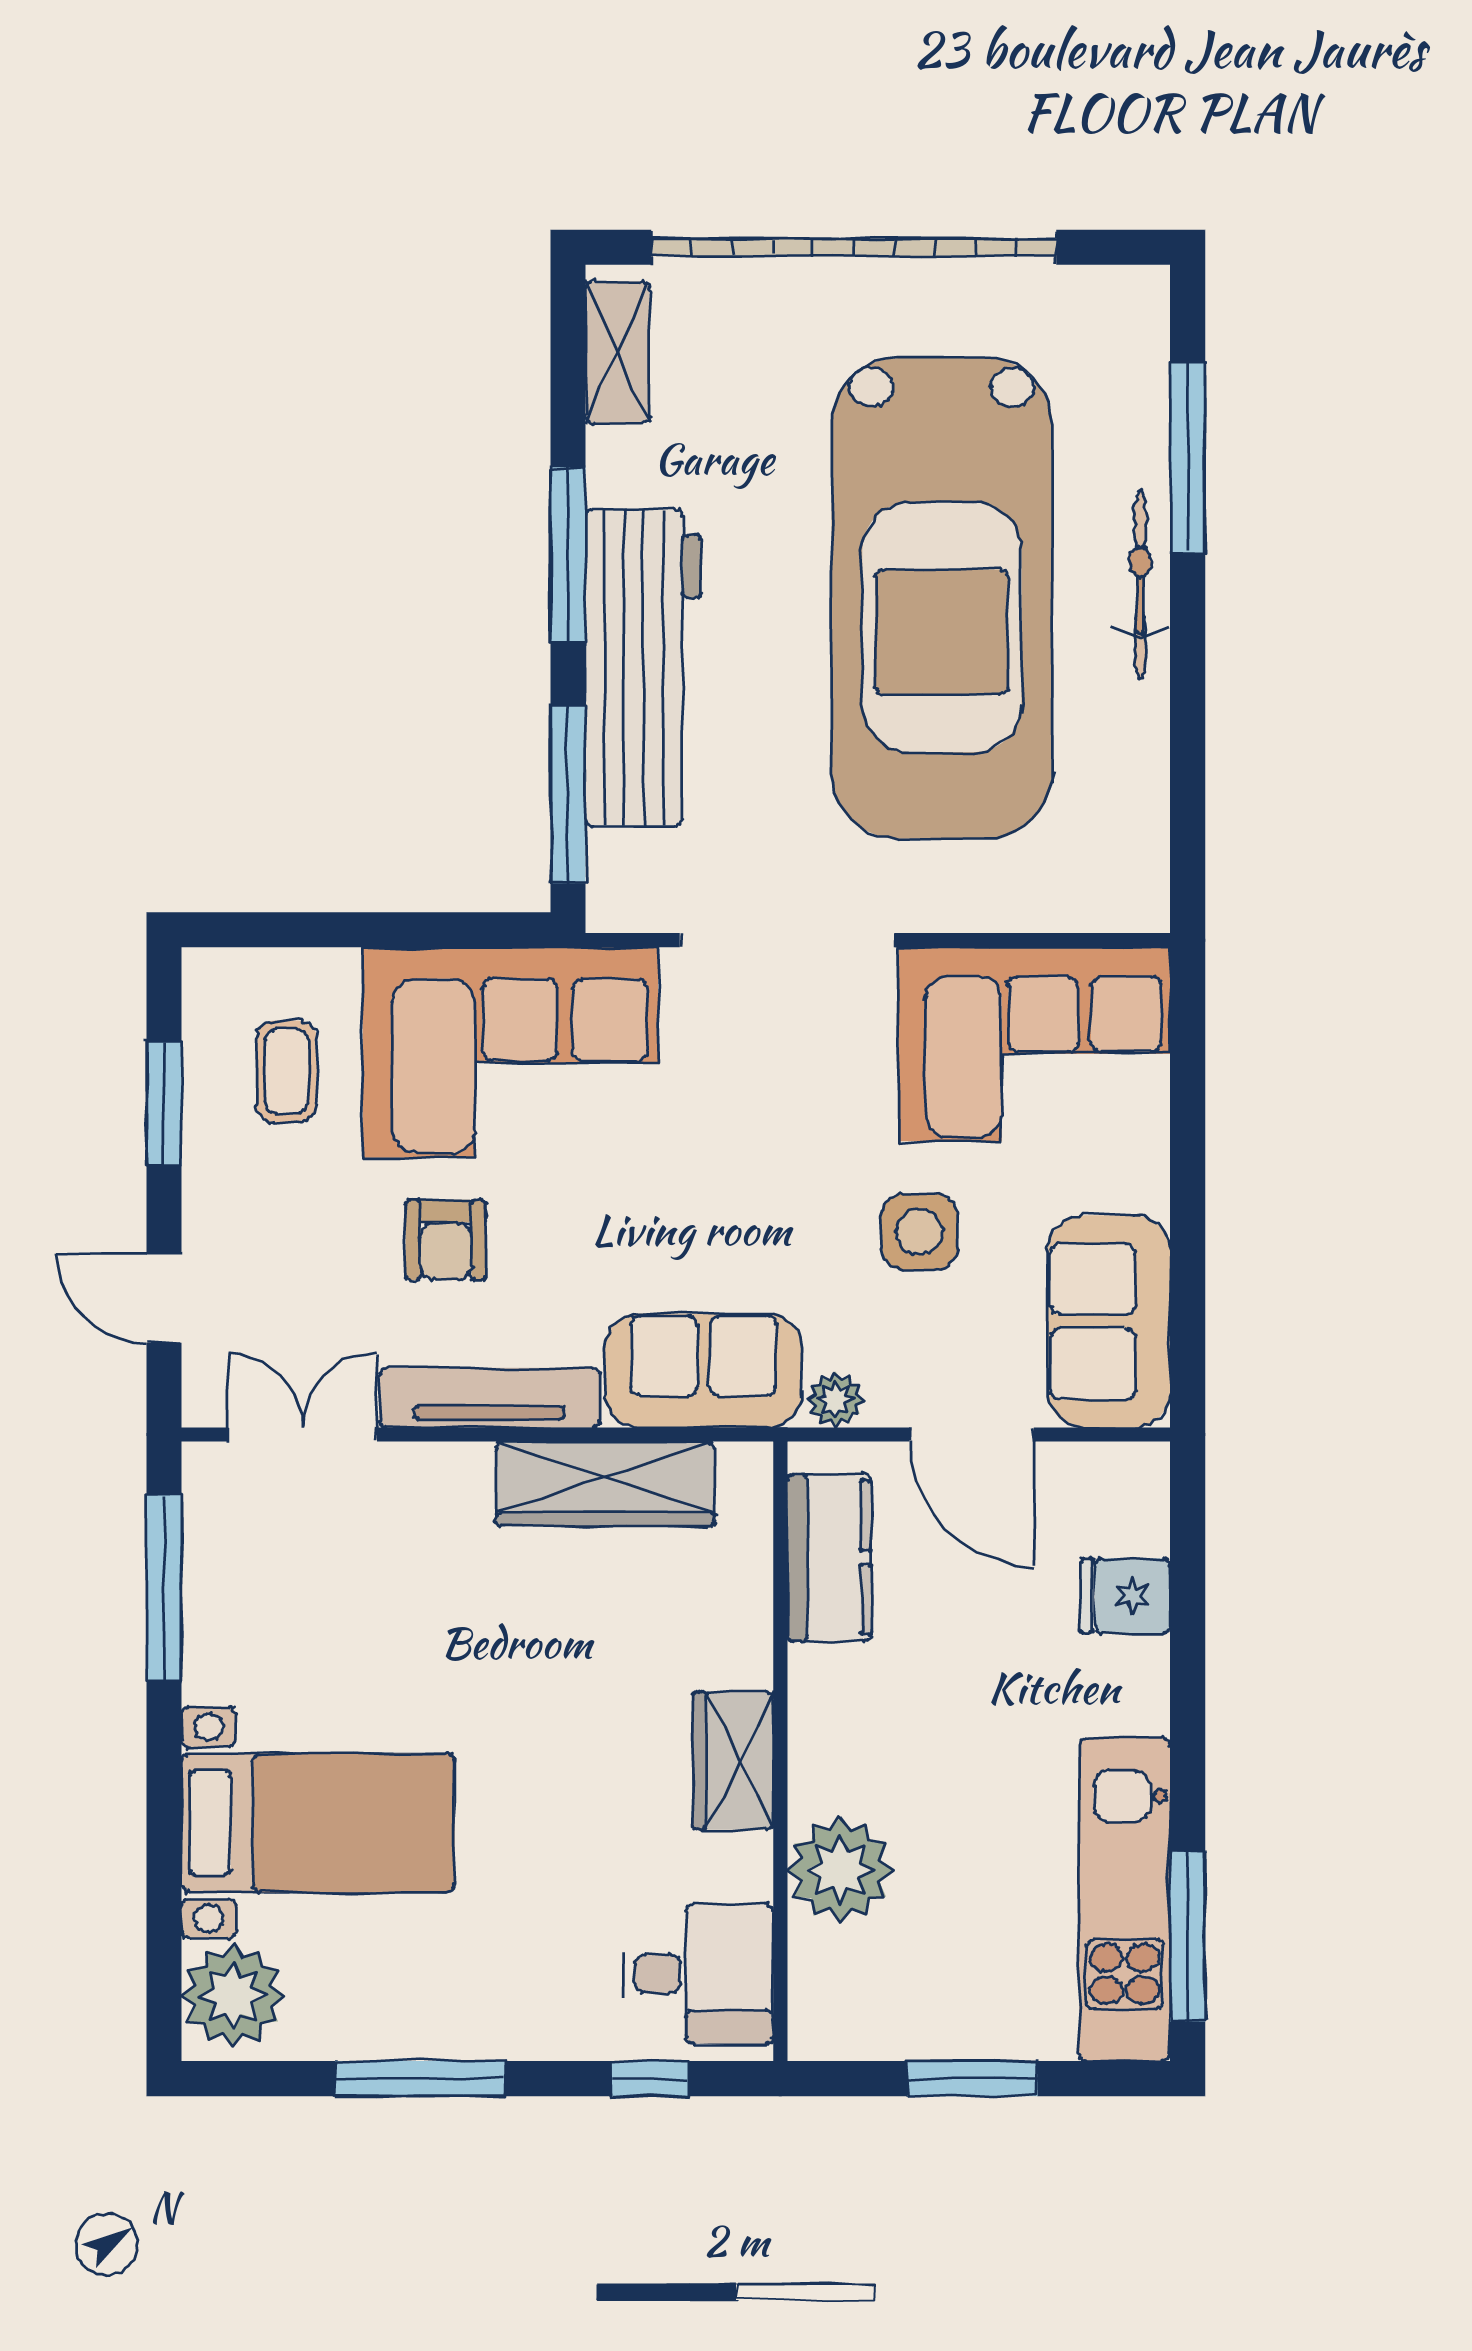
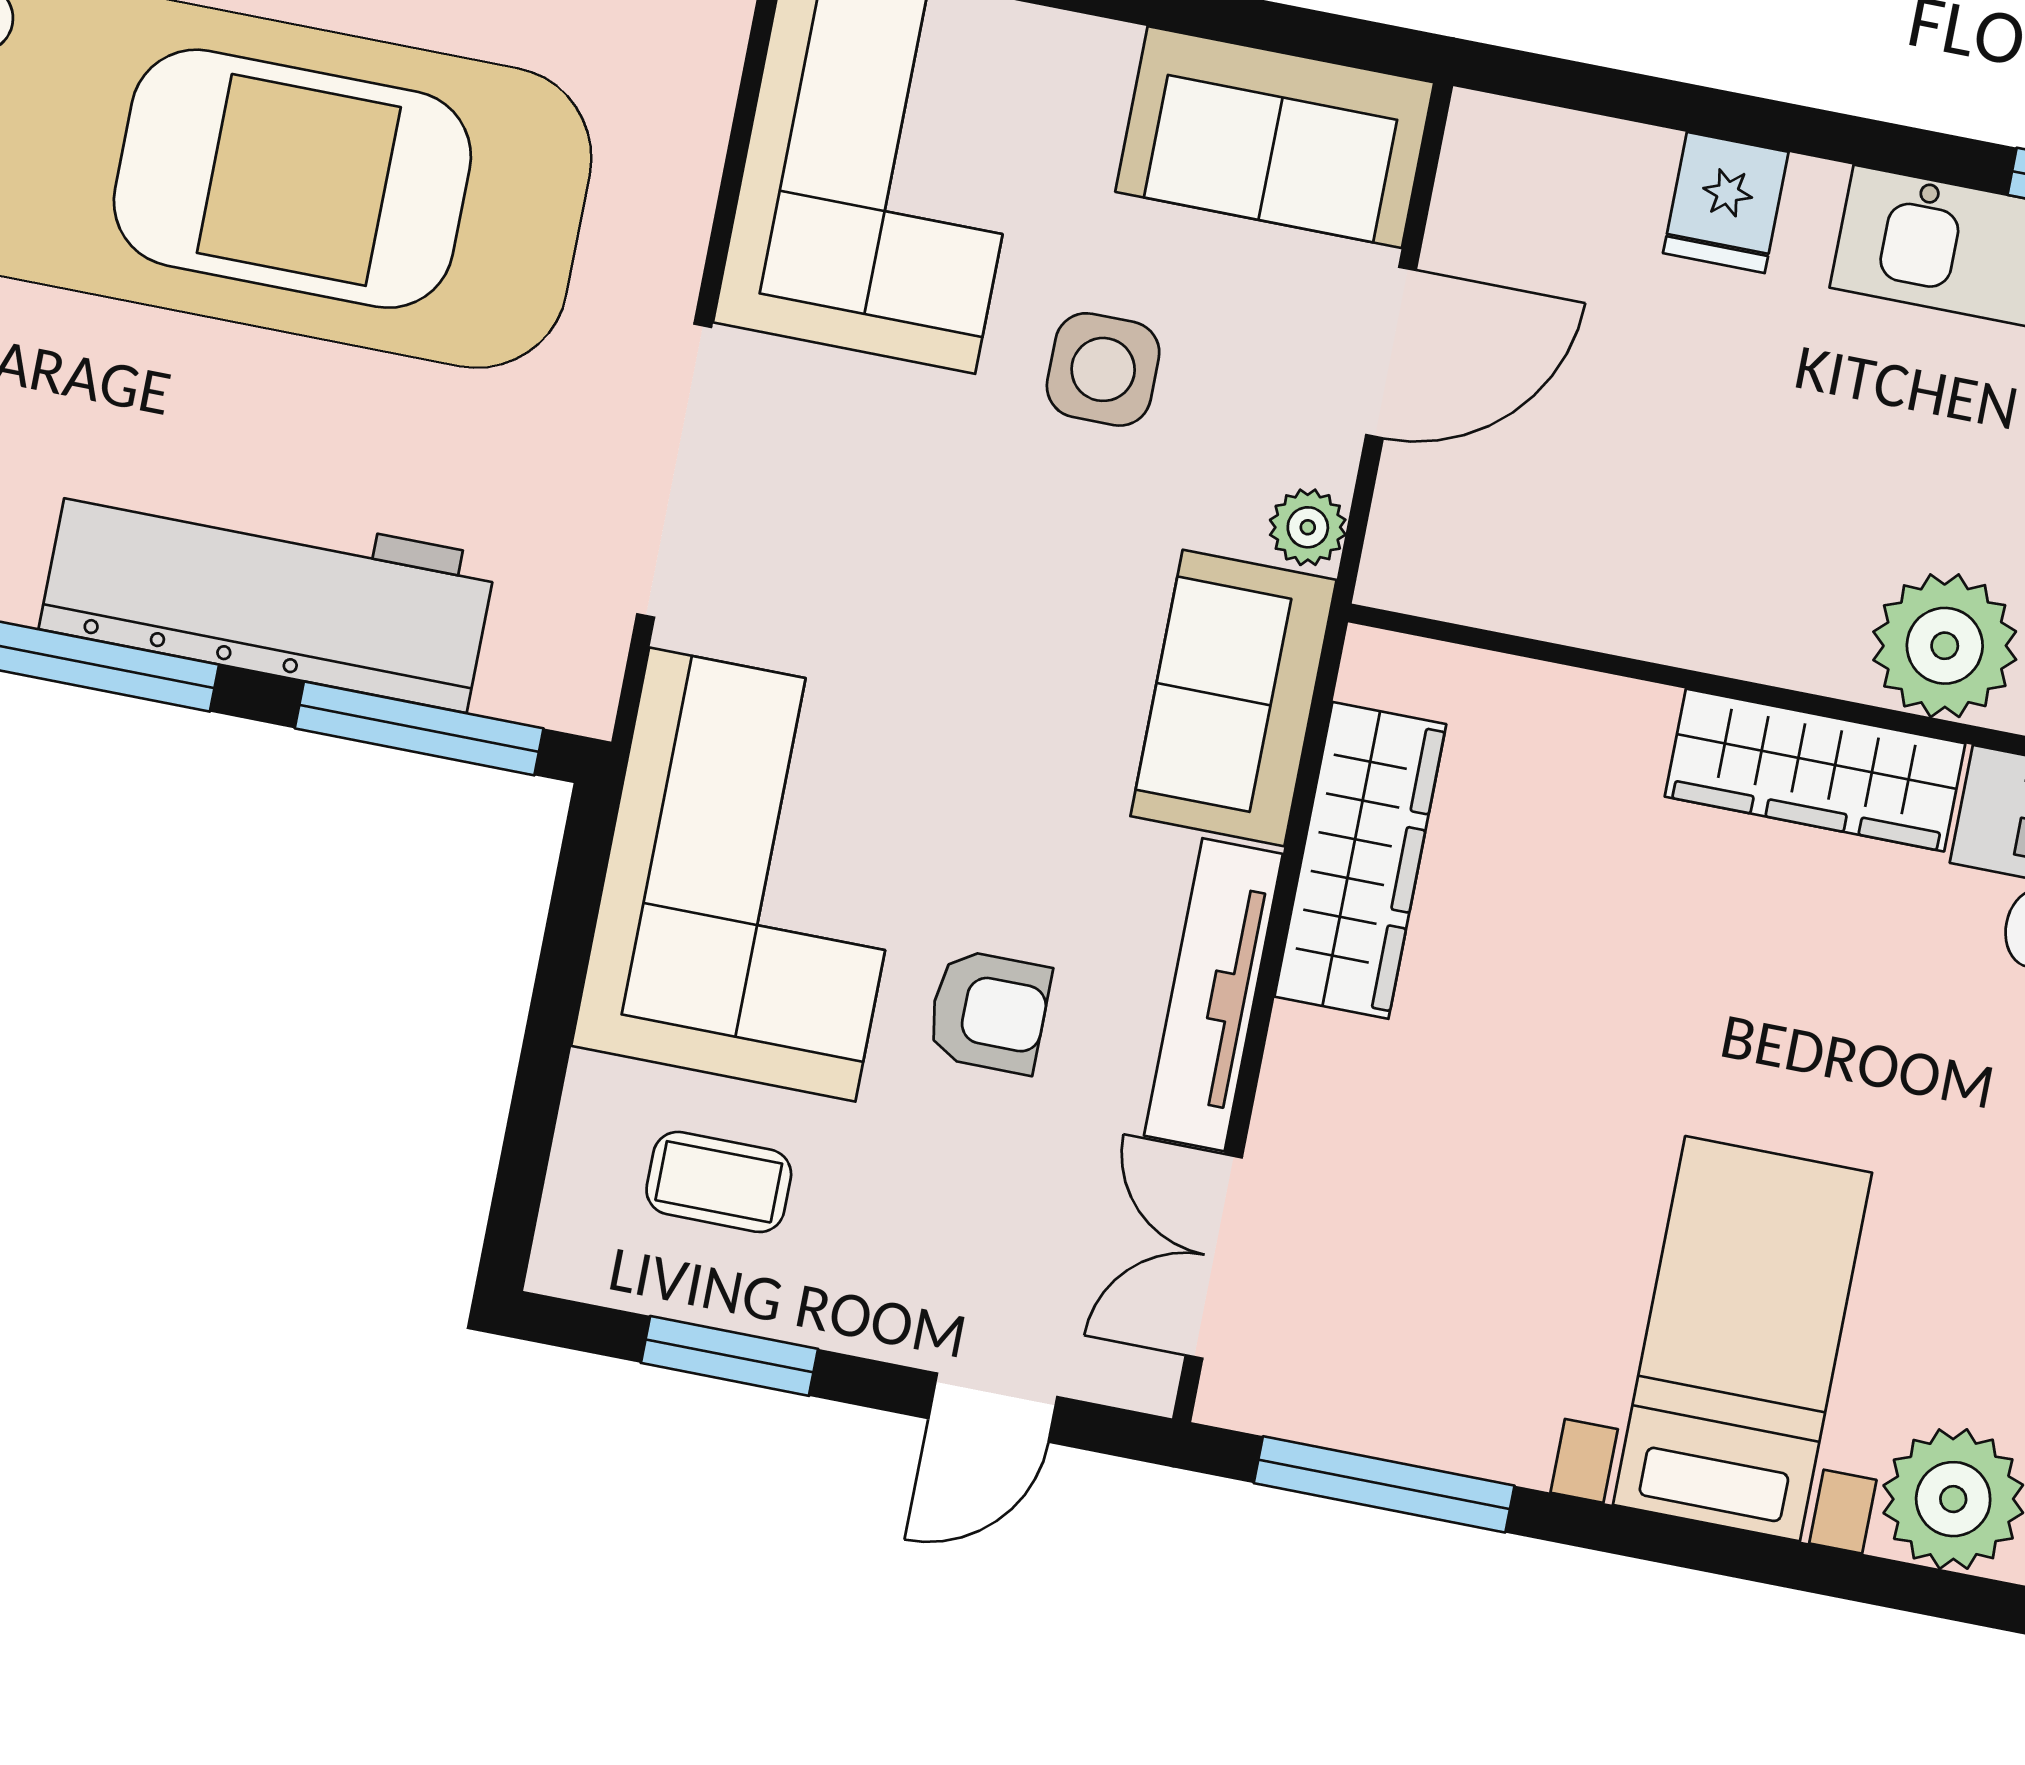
kitchen counter: (829, 1557) -> (1519, 578), removed
fridge: (1125, 1596) -> (1726, 203), moved
wardrobe: (733, 1761) -> (1815, 770), width x1.50

